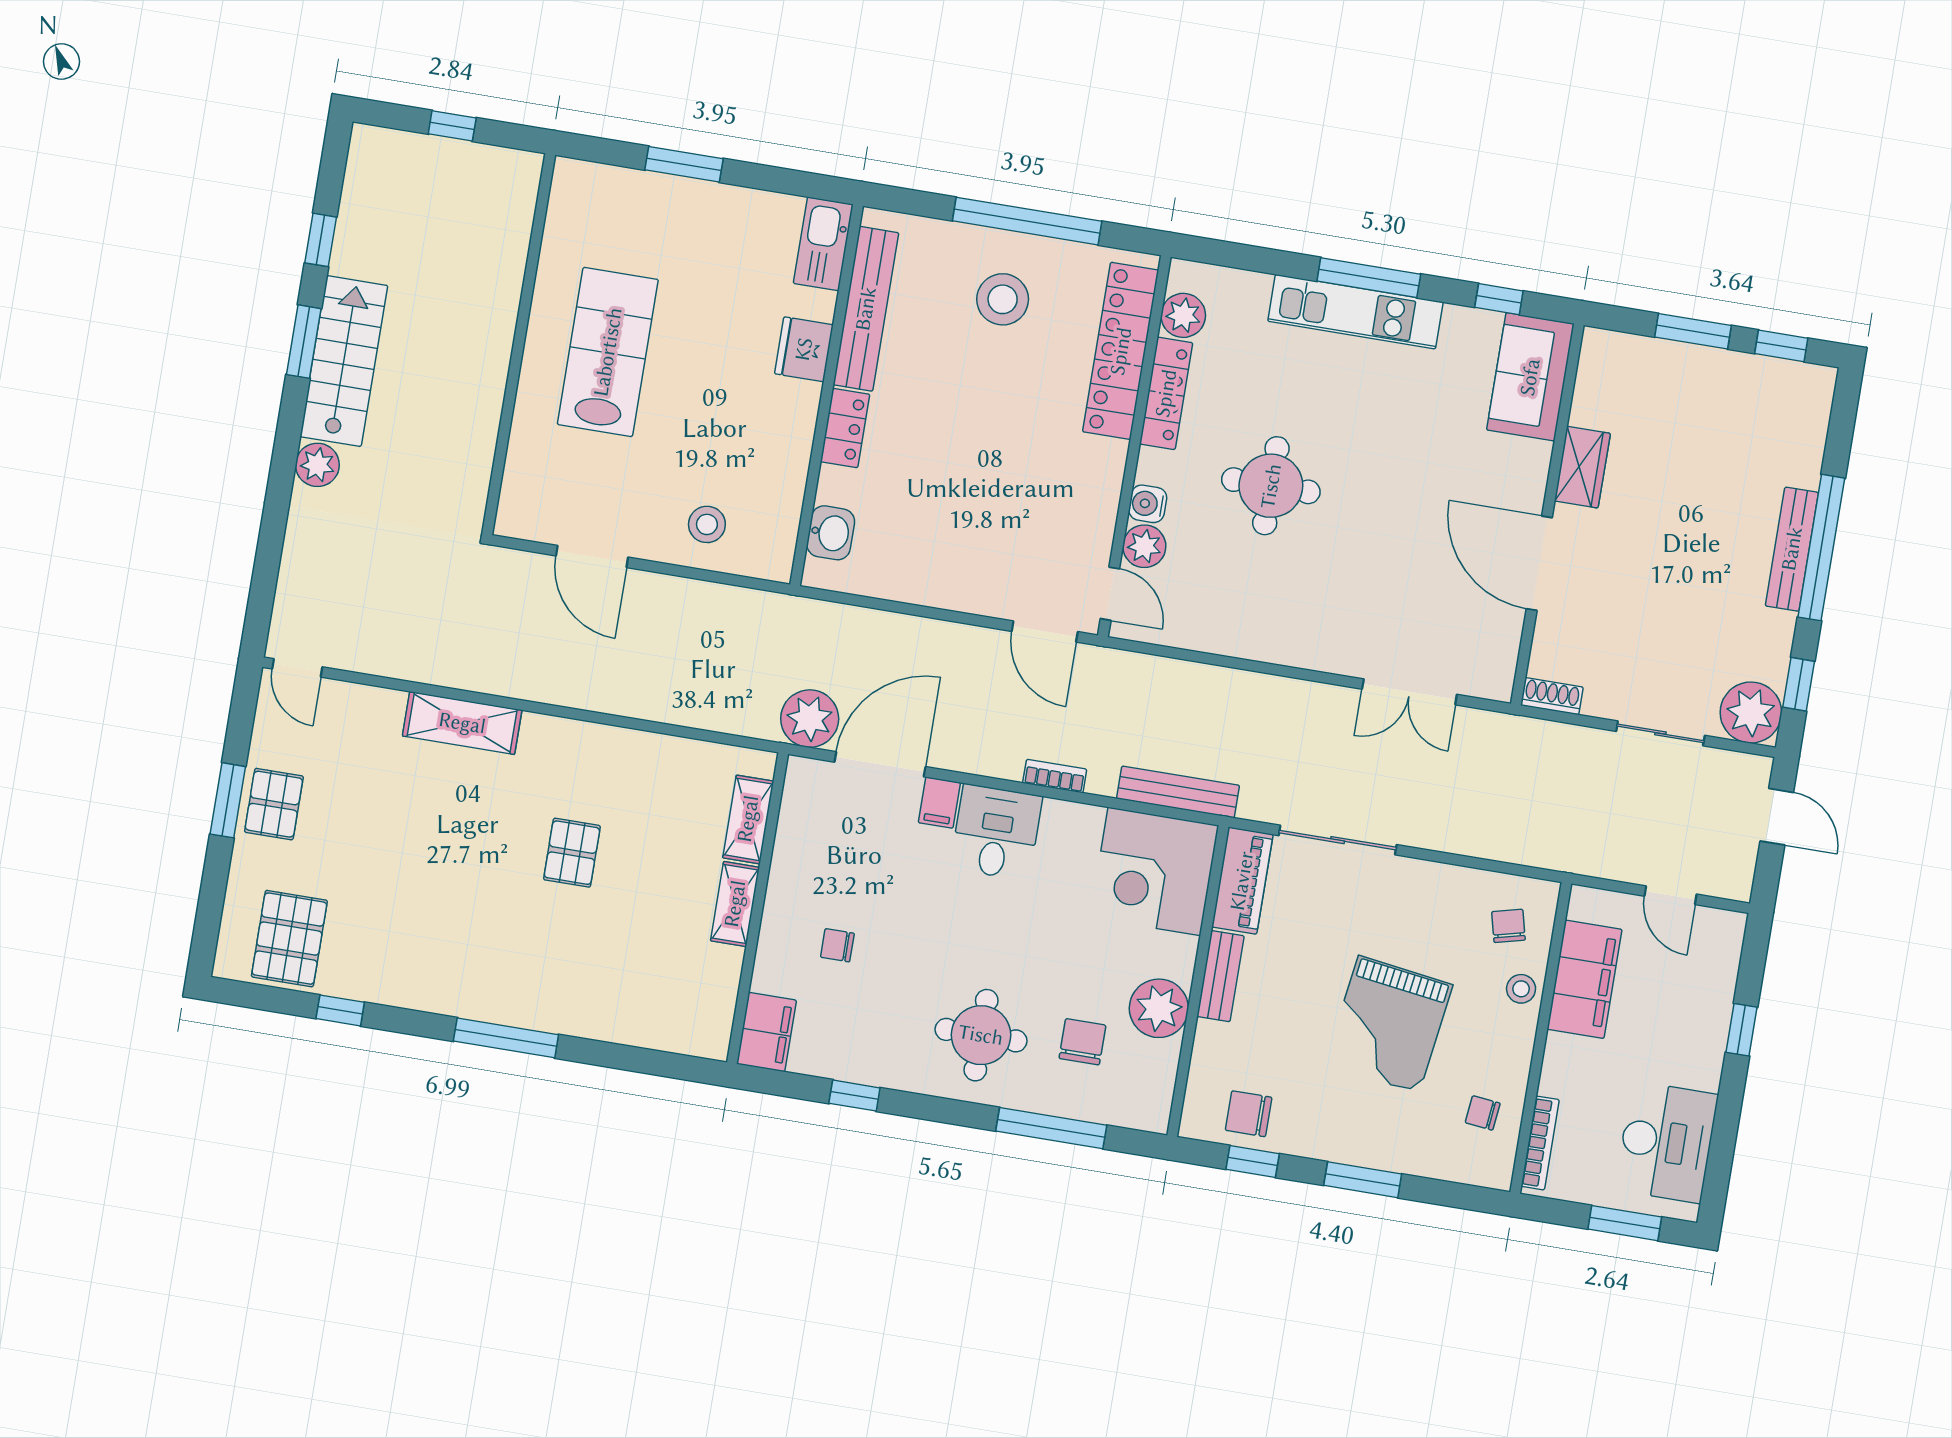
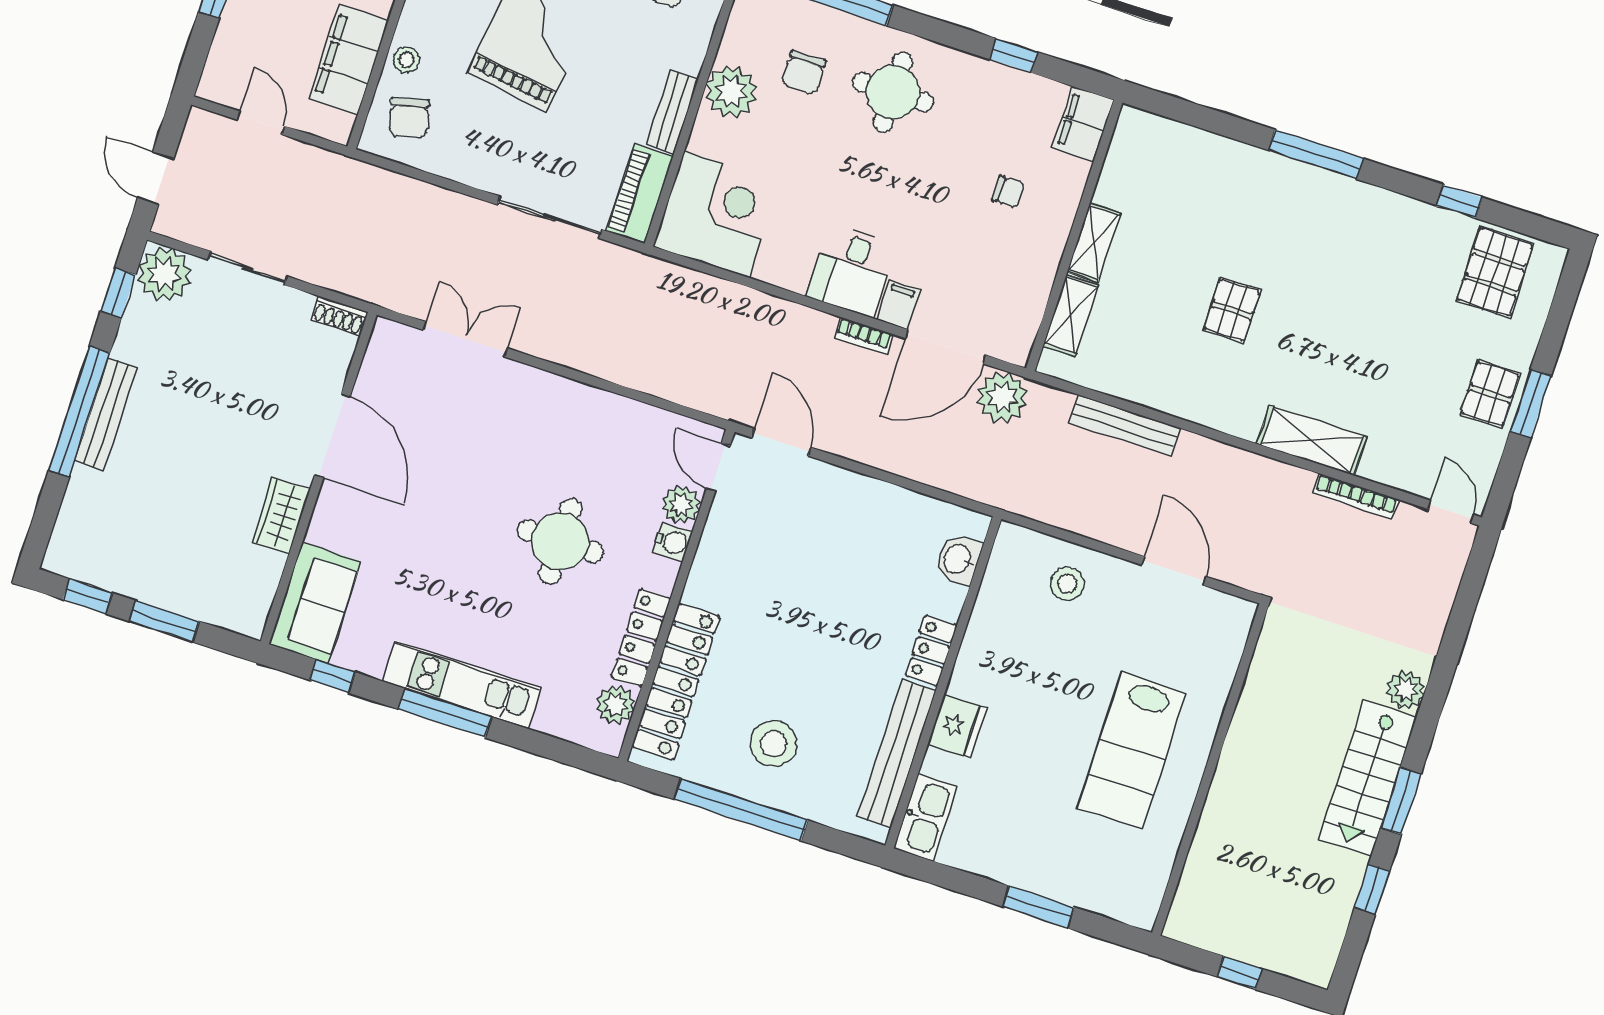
bookcase: (405, 669) -> (1356, 496), added
bookcase: (1055, 776) -> (863, 336), moved
bench: (1178, 792) -> (1125, 425), moved
chair: (1508, 926) -> (409, 118), width x1.37, depth x1.37

